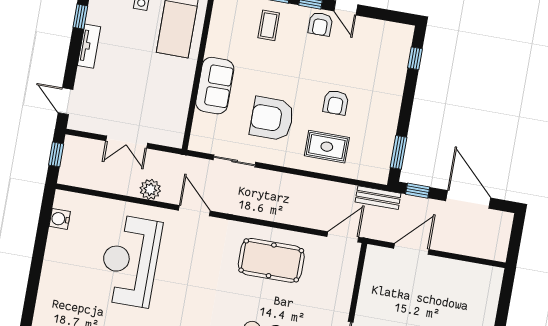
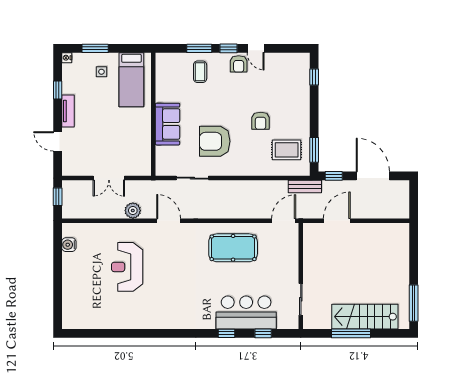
door: (65, 101) -> (58, 141), moved
rug: (327, 147) -> (287, 150), moved
reception desk: (130, 261) -> (127, 267), width x0.74, depth x0.77

